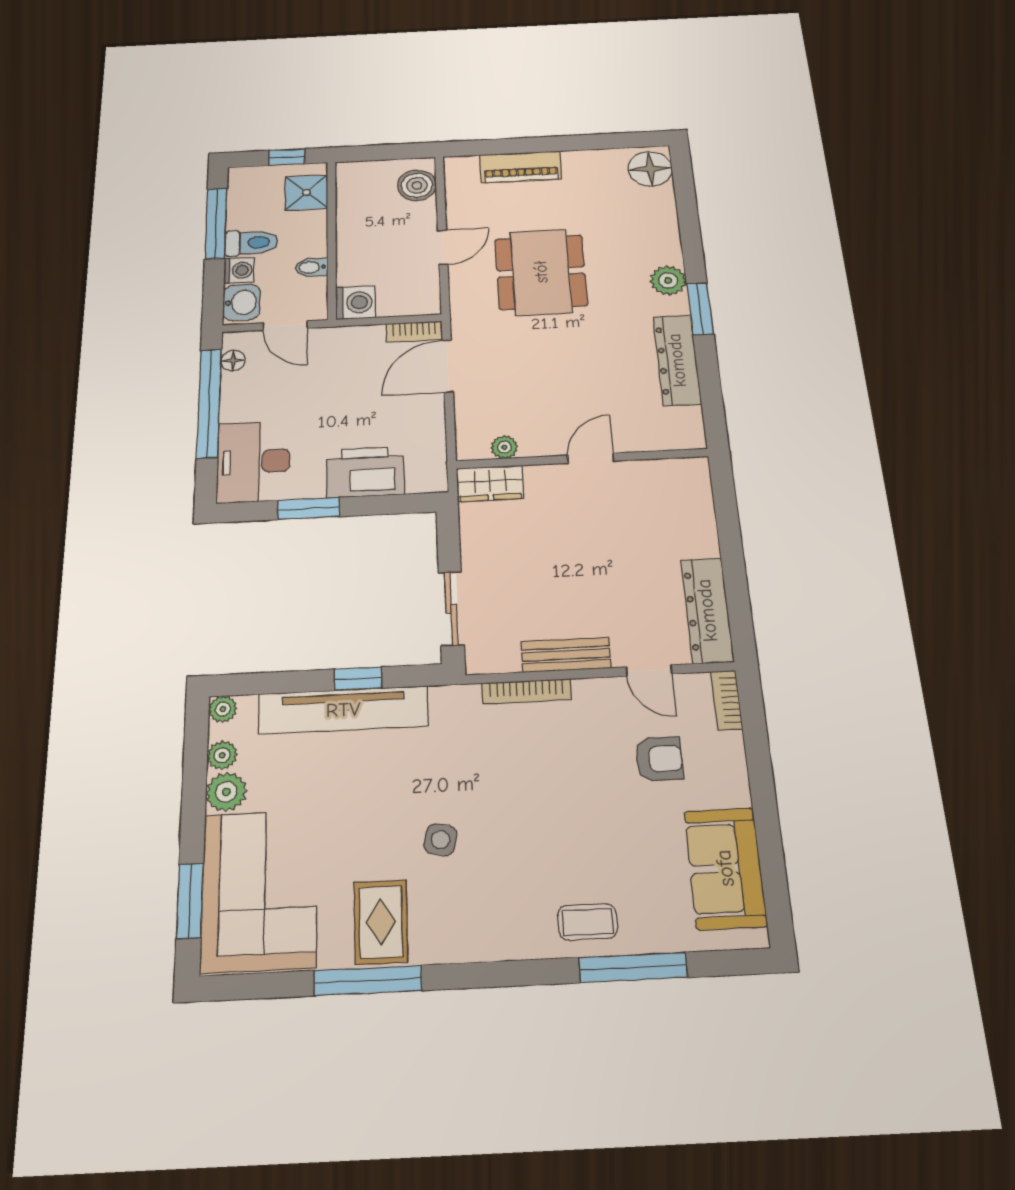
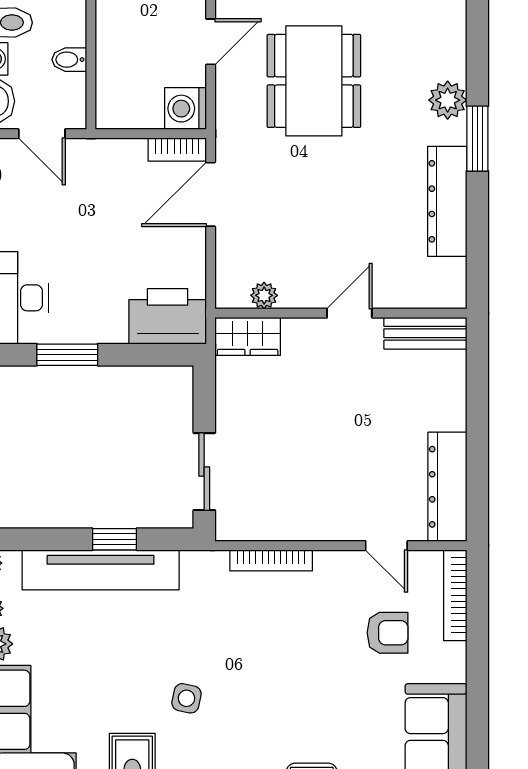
washing machine: (356, 303) -> (185, 109), moved, turned 180
printer: (365, 472) -> (168, 316), moved
bench: (566, 655) -> (425, 333), moved
bookcase: (727, 700) -> (455, 595), width x1.56

